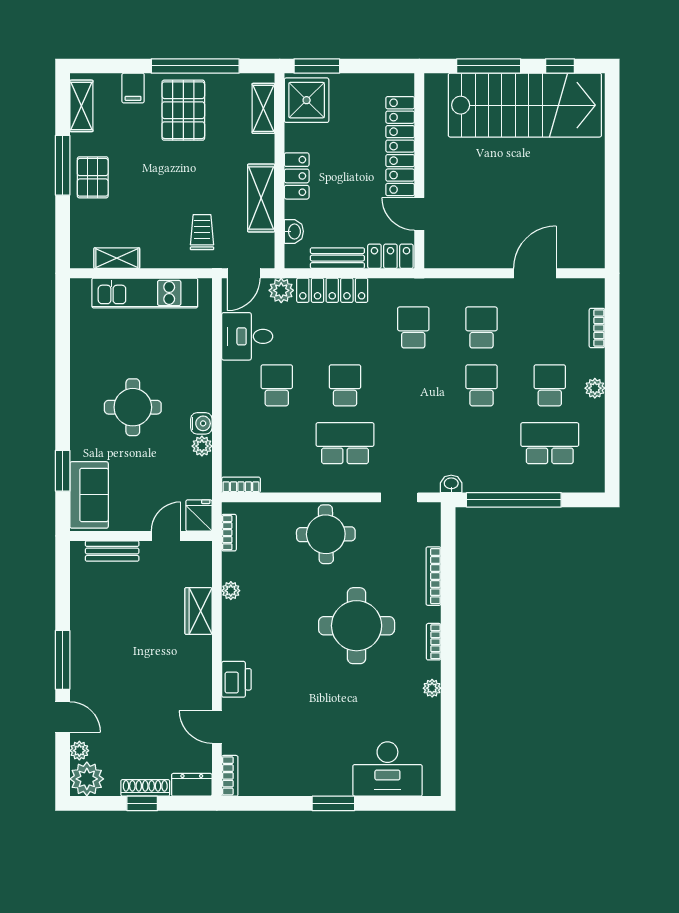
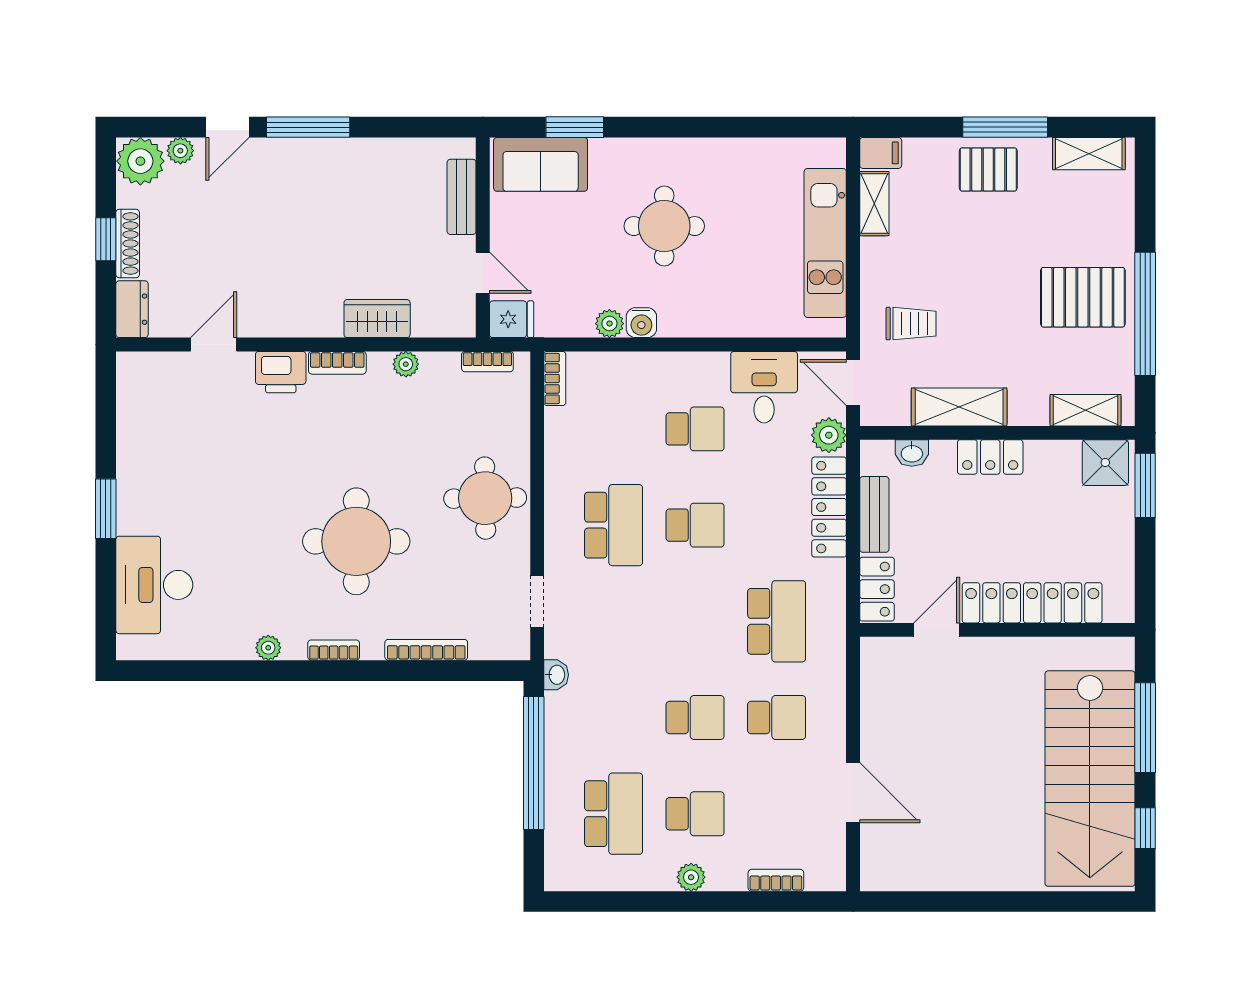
filing cabinet: (133, 88) -> (881, 153), moved, turned 180
shower: (307, 100) -> (1105, 463), width x0.73, depth x0.73
school desk: (413, 327) -> (777, 621), width x1.85
bookcase: (230, 776) -> (337, 363), moved

